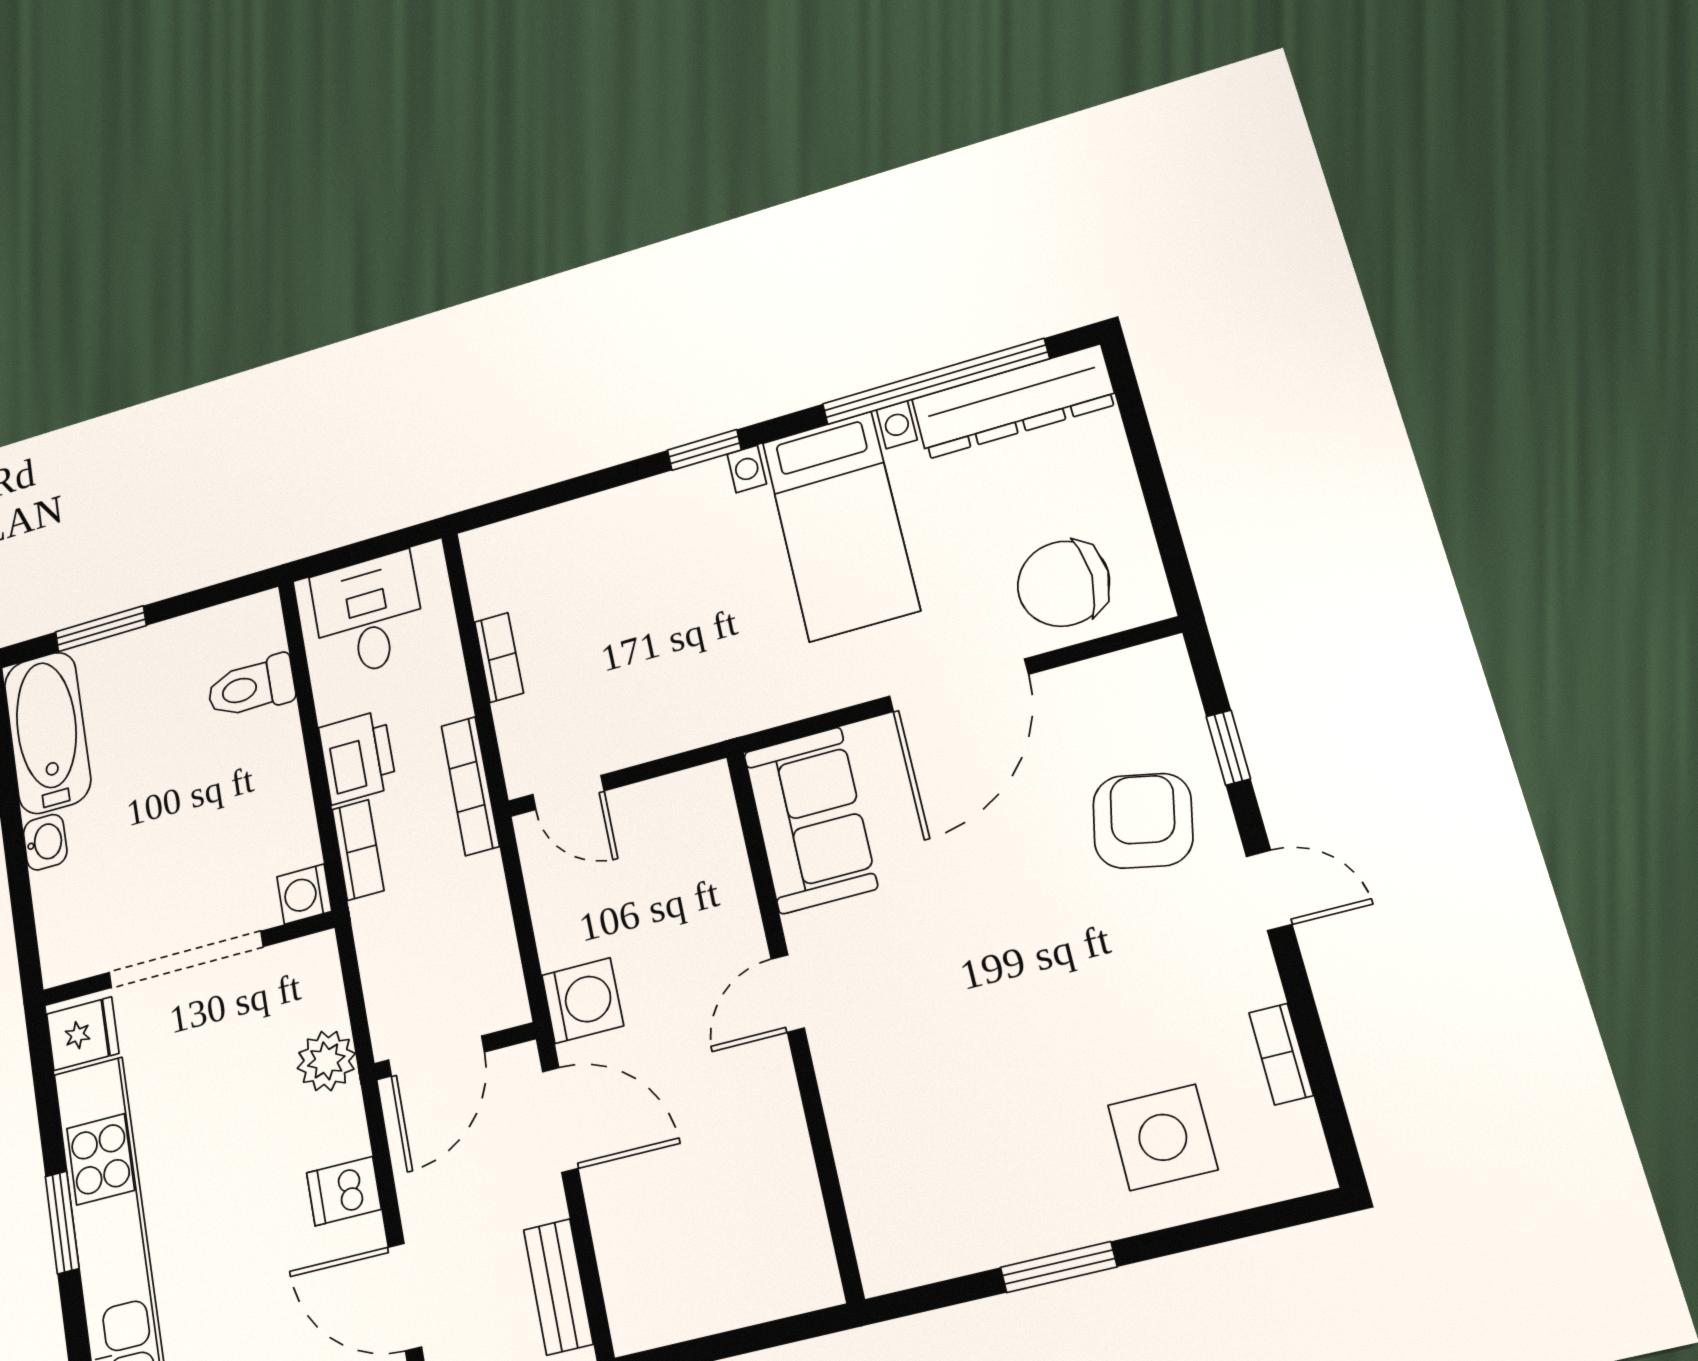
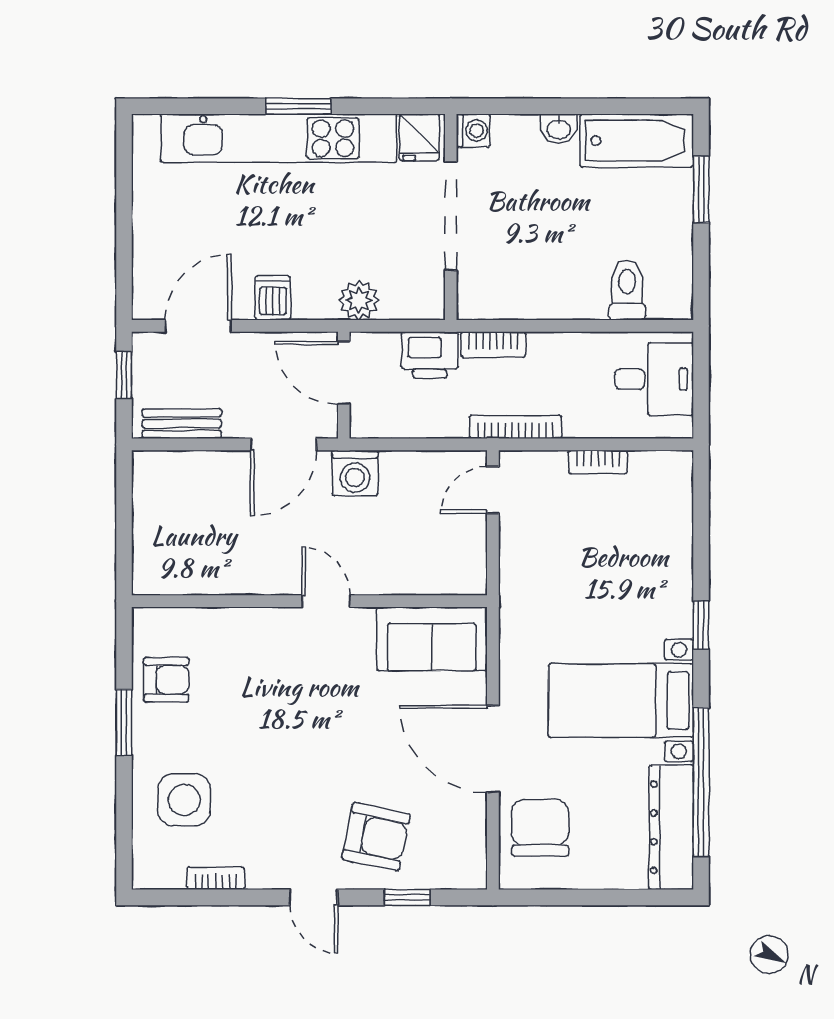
printer: (357, 757) -> (430, 355), moved
door: (1269, 890) -> (314, 897), hinge flipped
washing machine: (304, 894) -> (473, 131), moved, turned 90
armchair: (971, 1214) -> (166, 680), added

